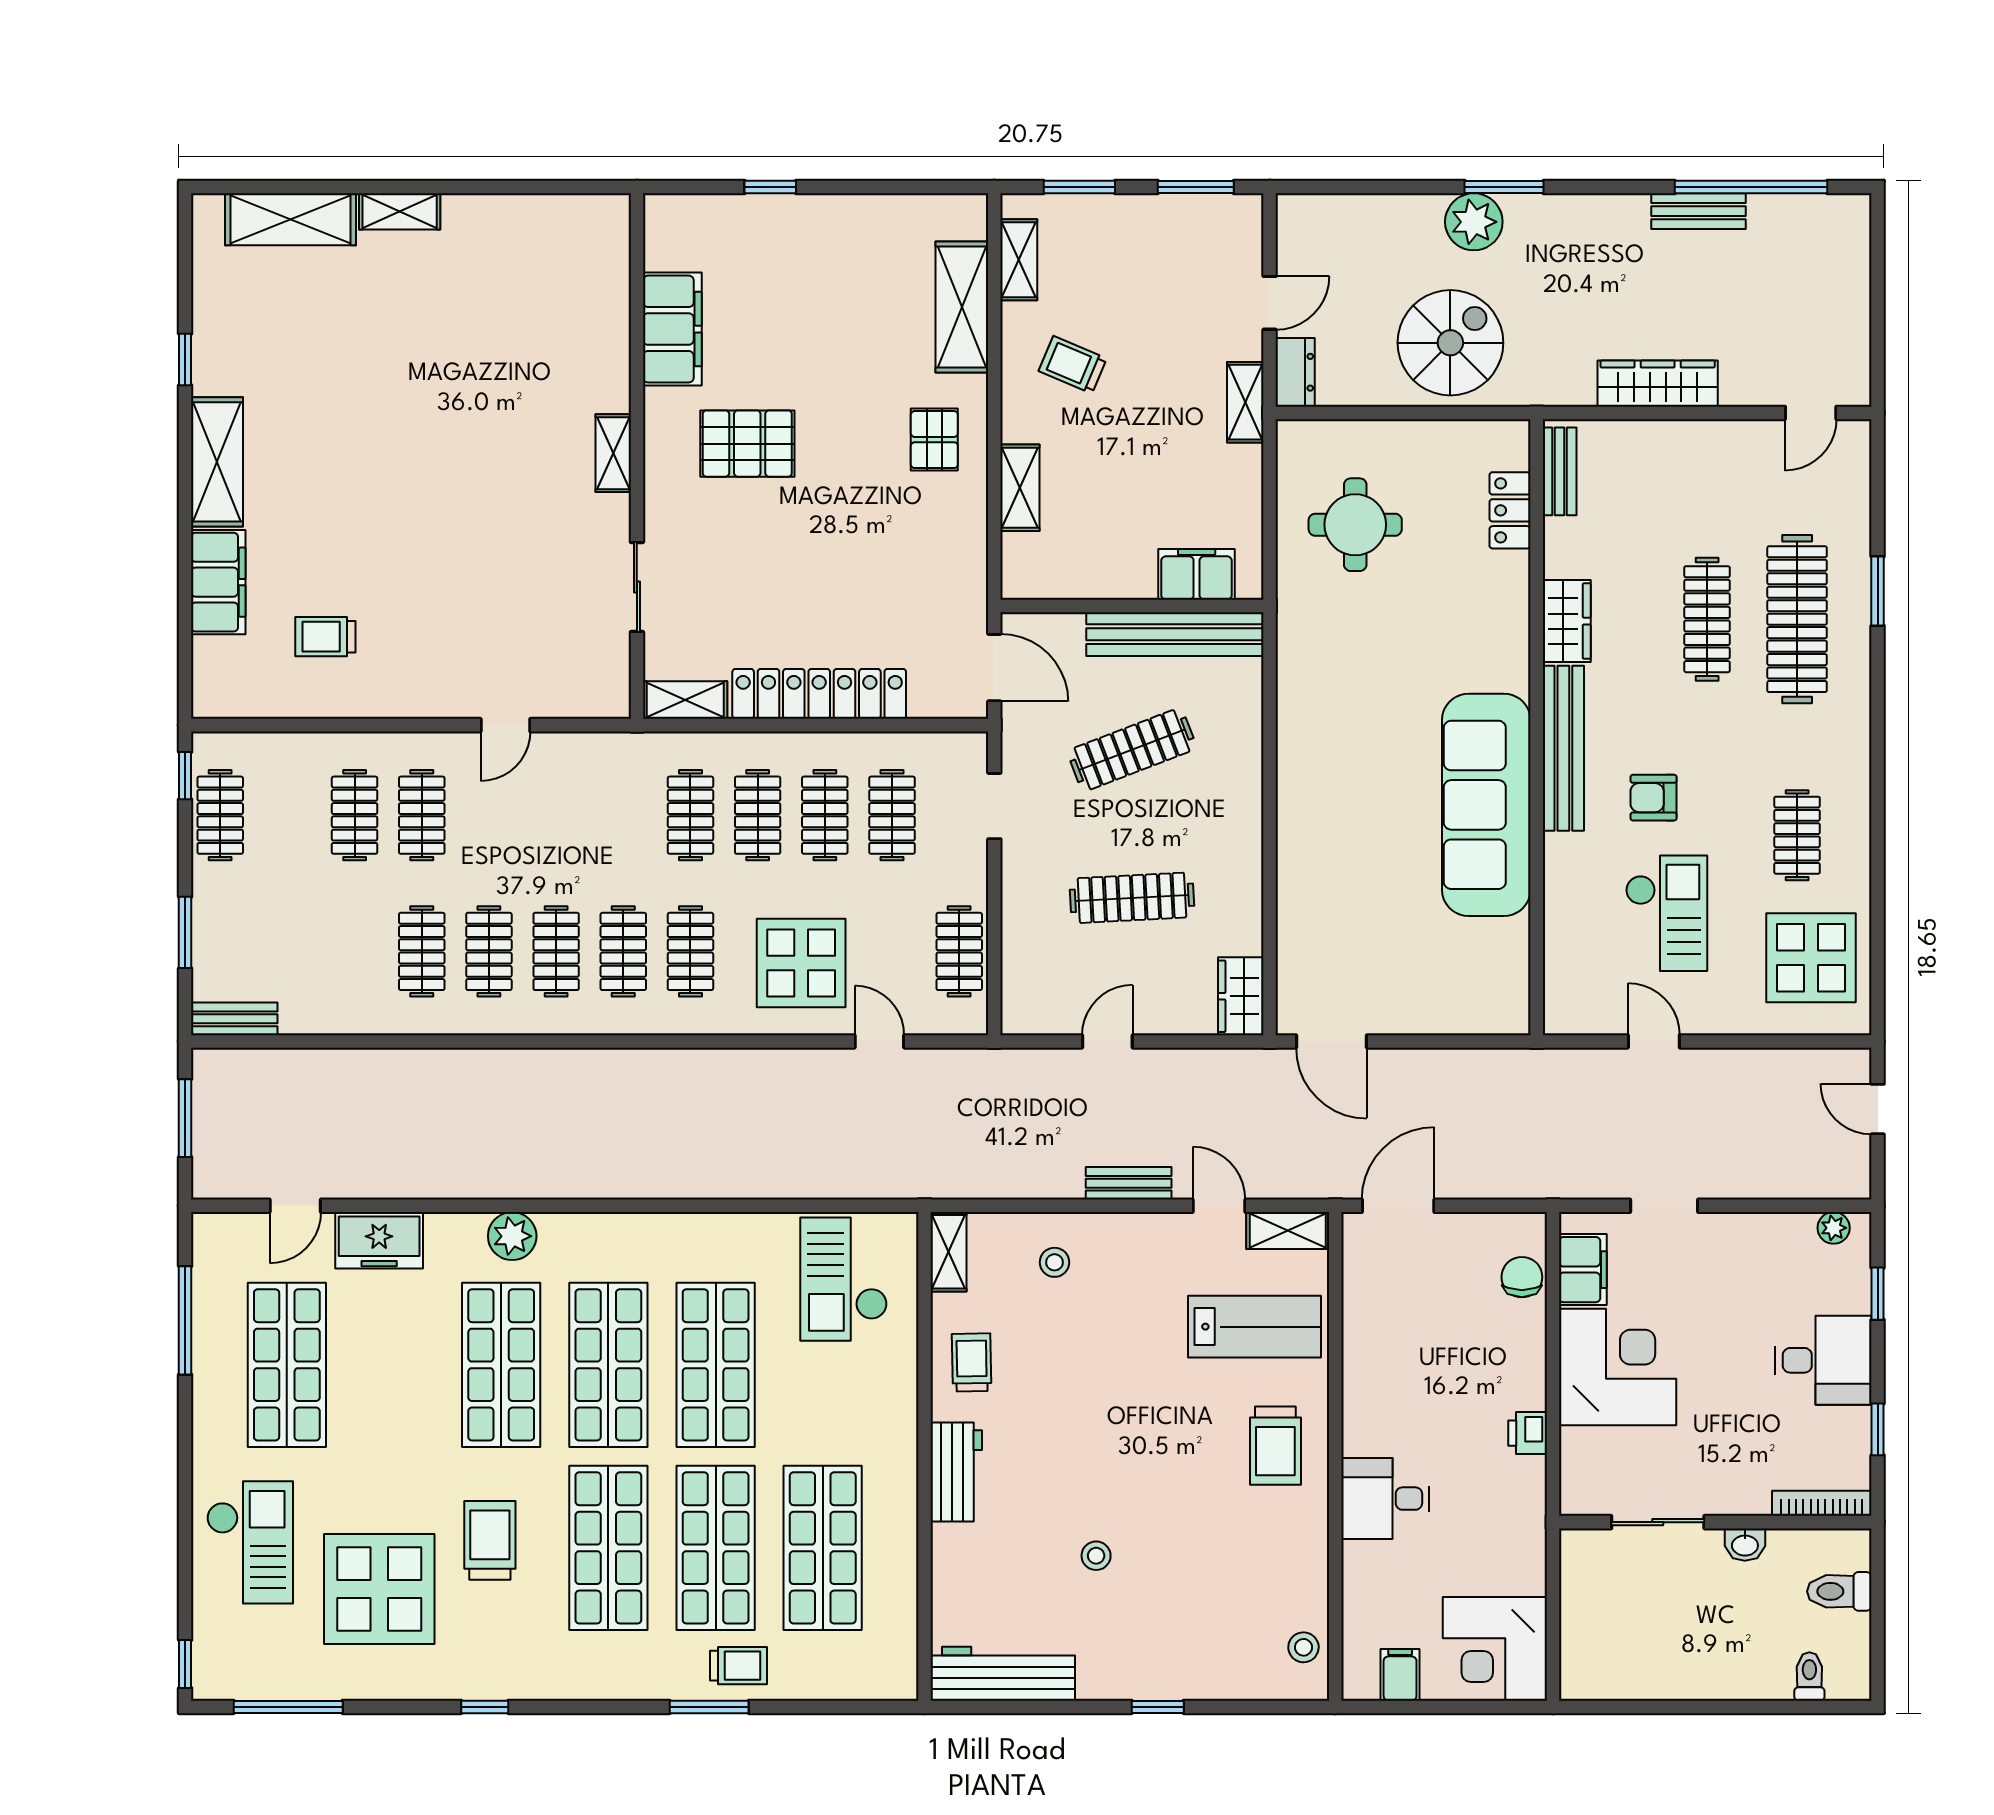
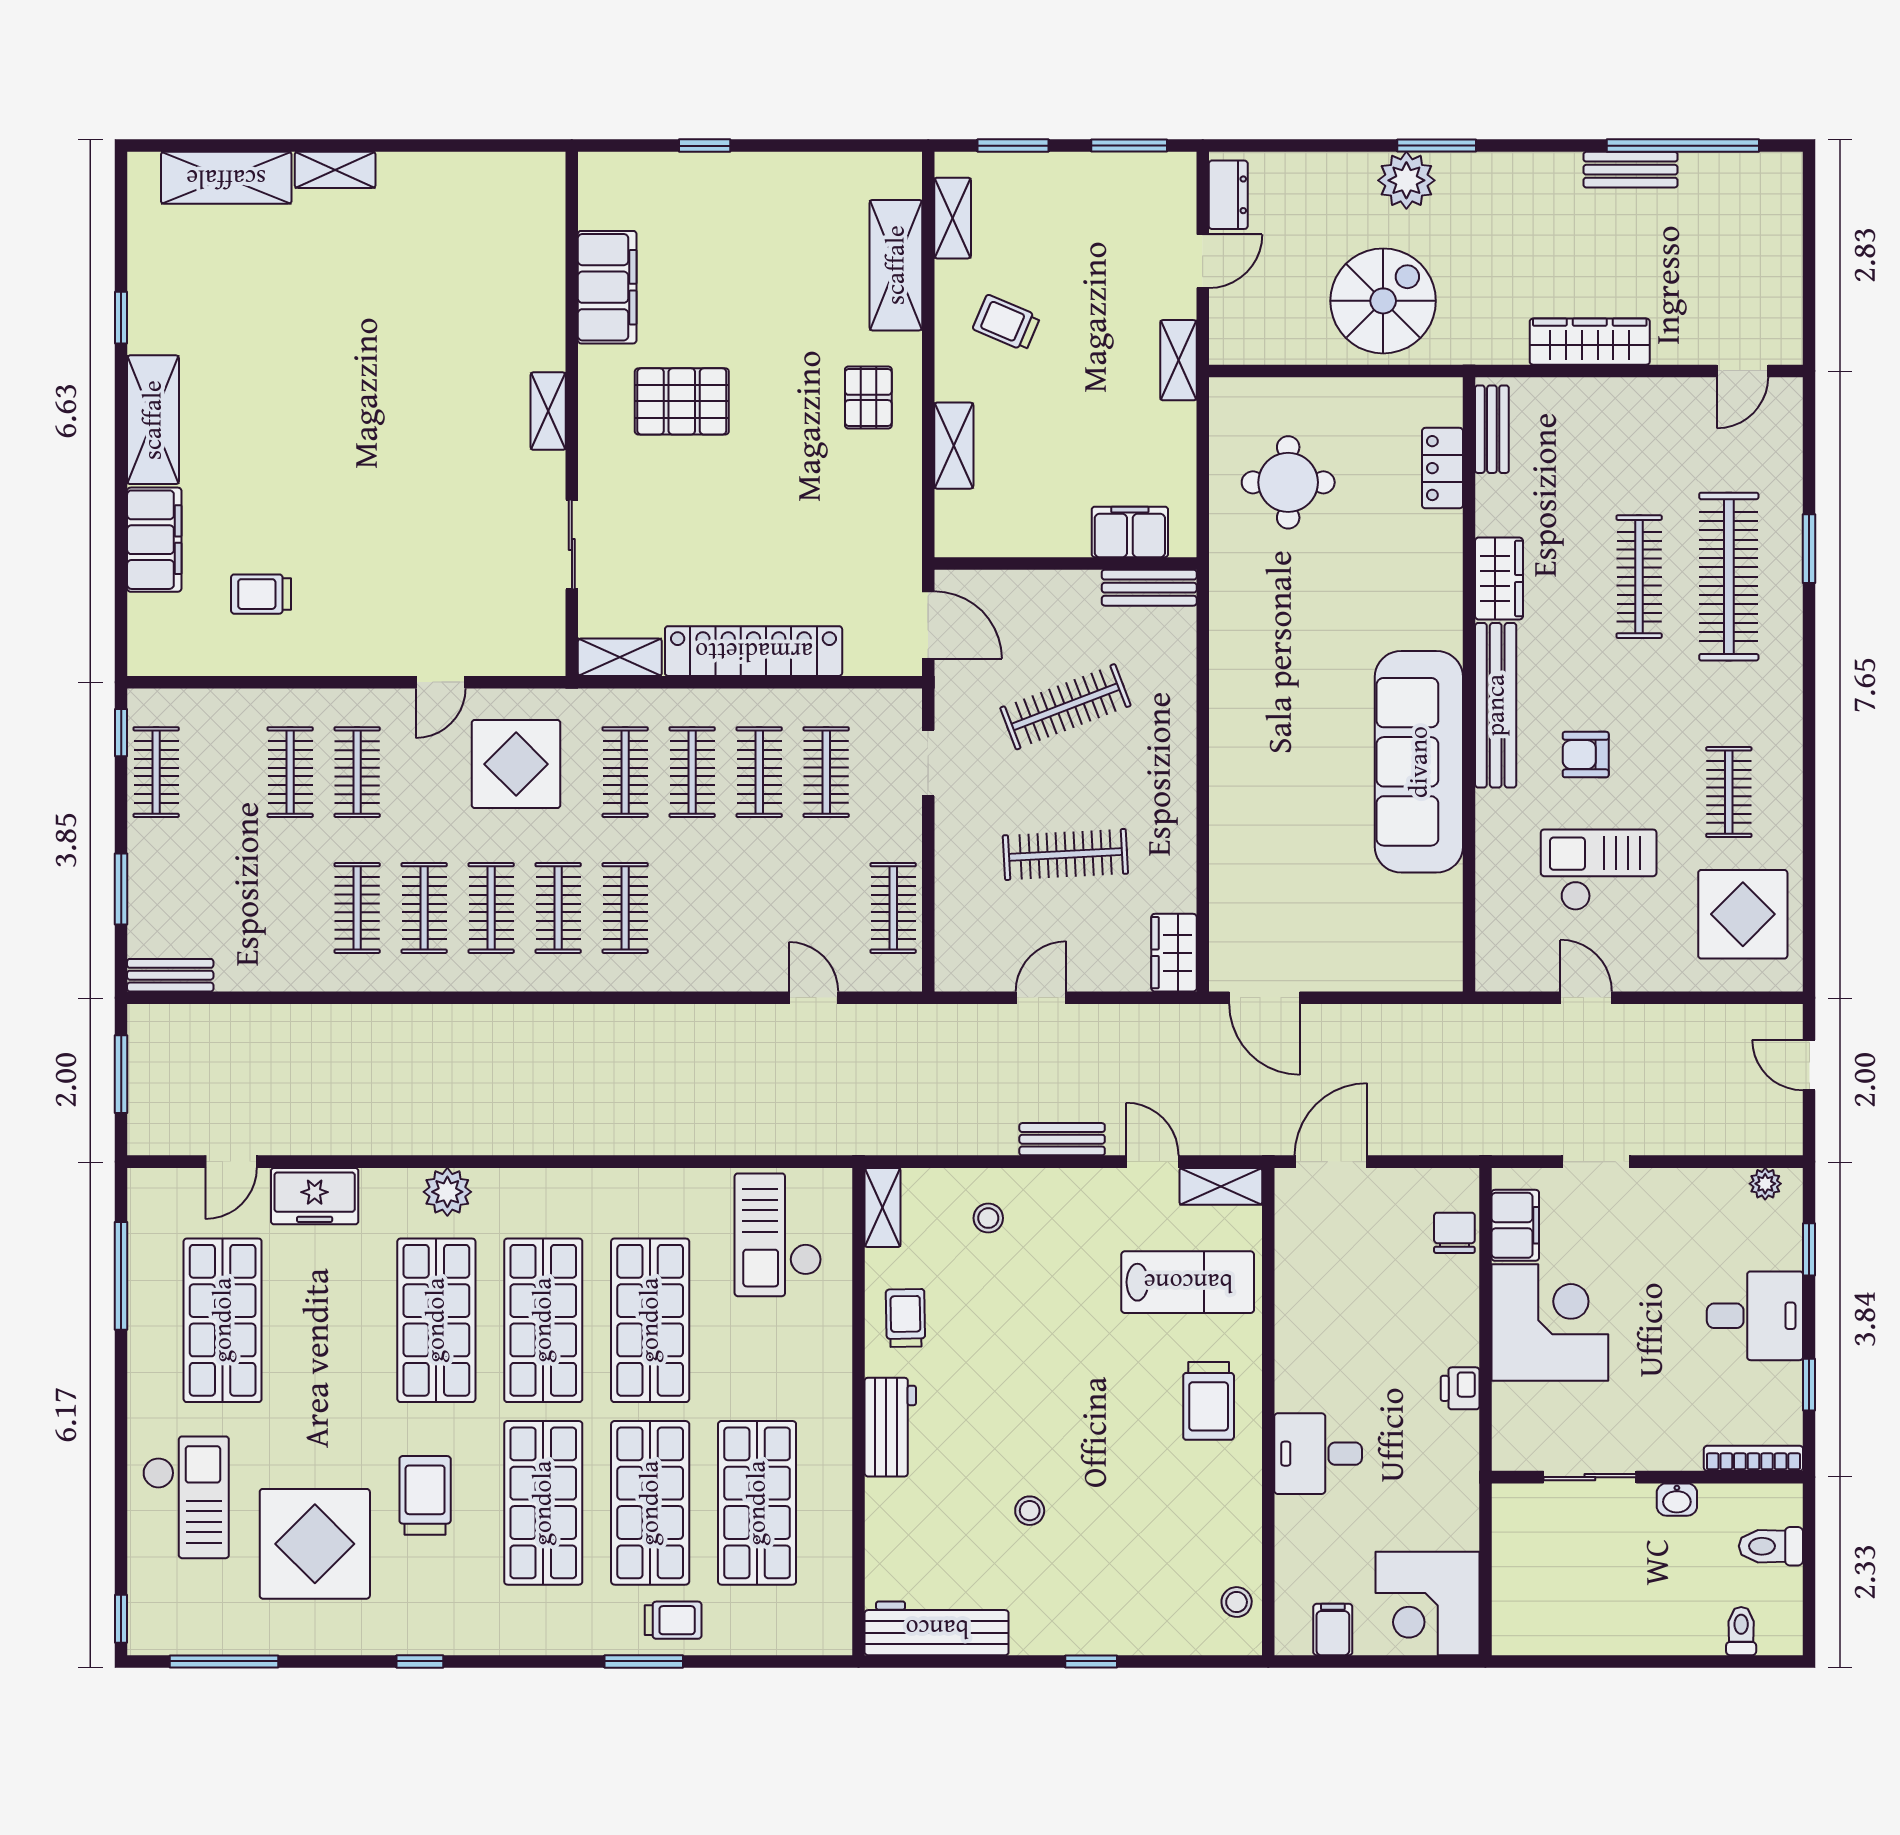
dresser: (1295, 372) -> (1228, 195), moved
bench: (1175, 634) -> (1149, 588), width x0.54, depth x0.82
checkout: (1667, 913) -> (1599, 870), turned -90
display table: (801, 963) -> (516, 764), moved

